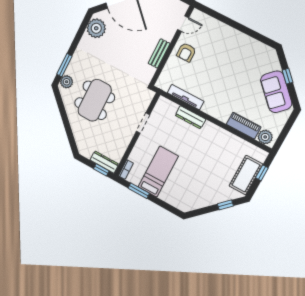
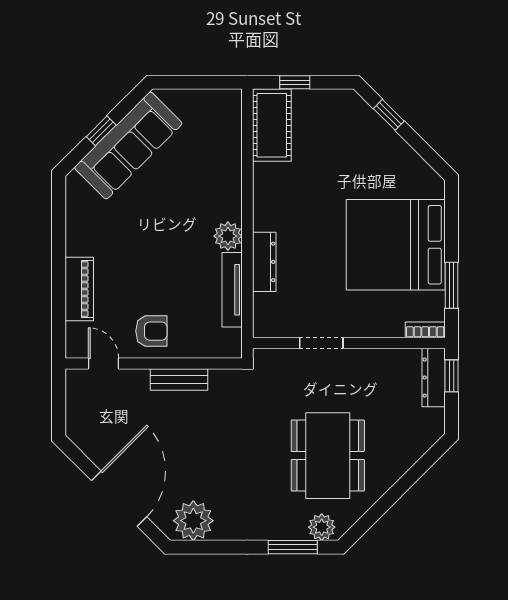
sofa: (276, 92) -> (128, 145), width x1.36
dining table: (95, 100) -> (328, 456), turned 90
piano: (244, 126) -> (79, 289), moved, turned 180
plant: (265, 137) -> (228, 236), moved
bed: (158, 172) -> (396, 245), width x2.04
cot: (246, 175) -> (272, 125), moved, turned 90

